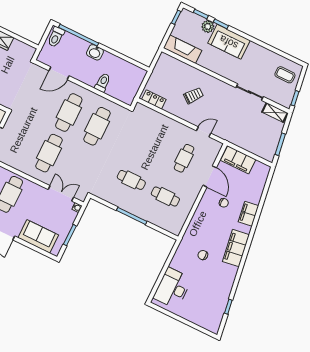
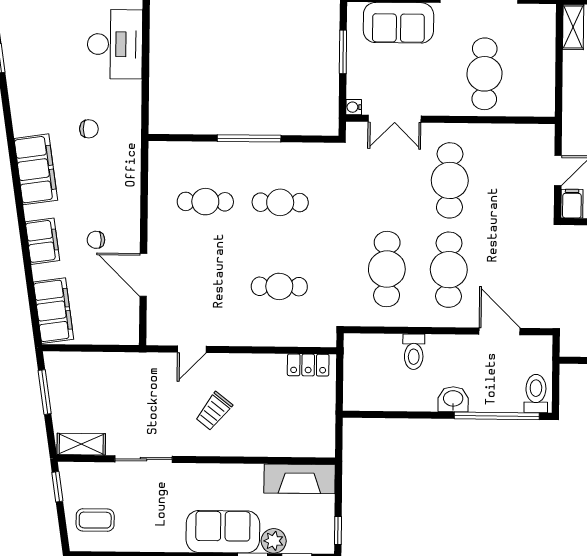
door: (59, 73) -> (500, 331), hinge flipped
trolley: (193, 96) -> (214, 411), moved
cafe table: (184, 158) -> (279, 286), moved, turned 90
filing cabinet: (238, 160) -> (54, 311), moved, turned 82

